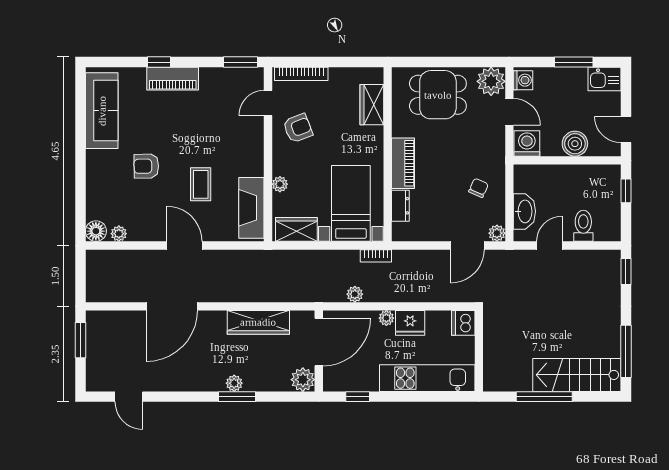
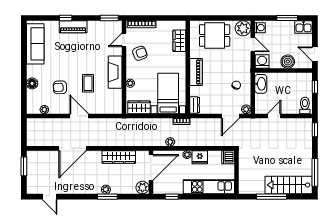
armchair: (146, 166) -> (60, 87), moved
dresser: (400, 206) -> (195, 105), moved
fireplace: (251, 208) -> (115, 72), moved
washbasin: (524, 211) -> (261, 84), moved
toilet: (583, 226) -> (305, 105), moved
floor lamp: (96, 231) -> (32, 83), moved

